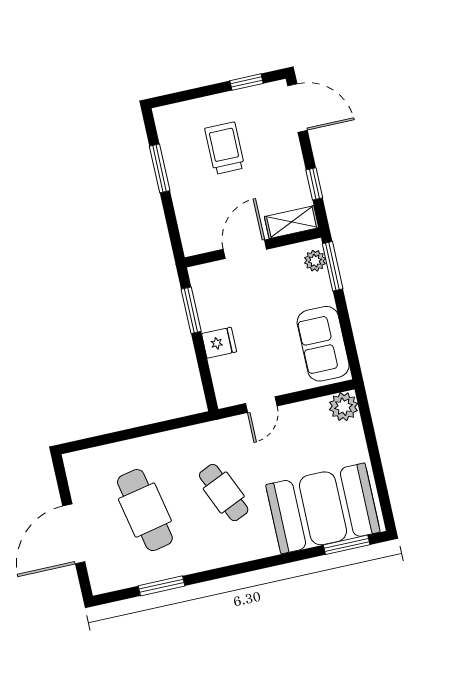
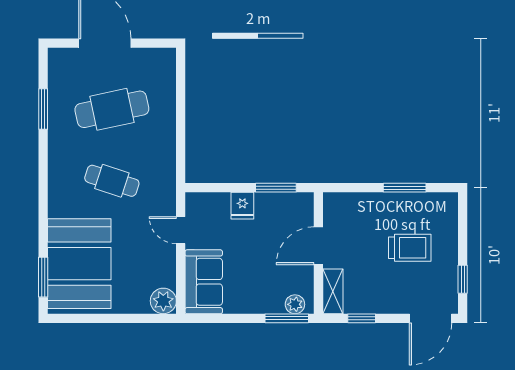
door: (245, 249) -> (318, 246), swing flipped
sofa: (323, 344) -> (204, 282), moved, turned 90
cafe table: (224, 493) -> (112, 181), turned 42

